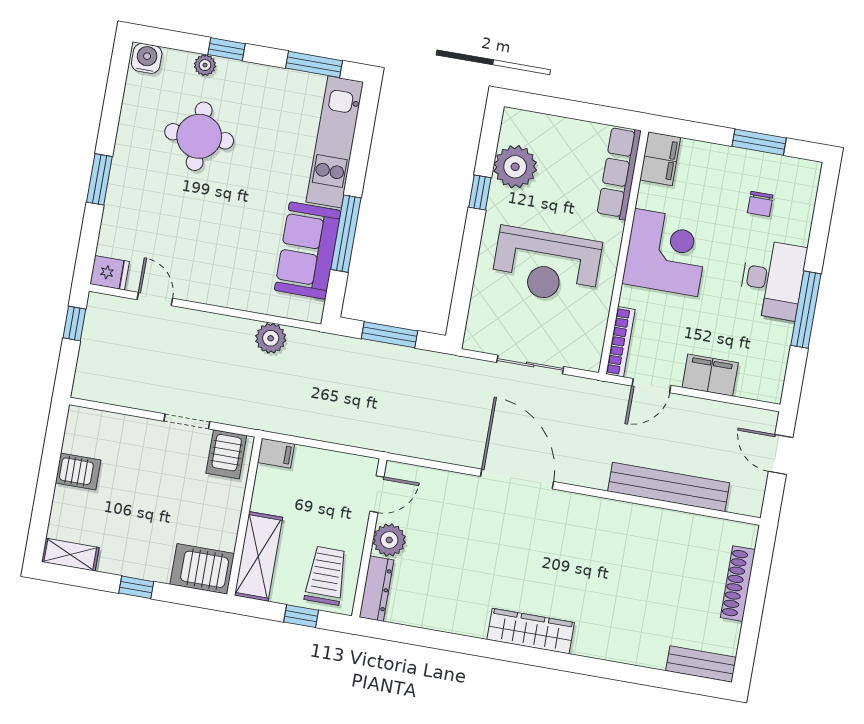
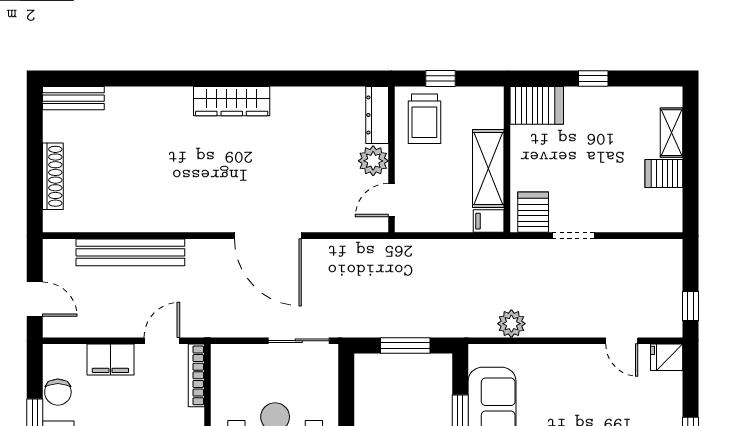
chair: (773, 350) -> (58, 392), added
sliding door: (530, 364) -> (299, 341), moved
shelving: (70, 555) -> (671, 133), moved, turned 90
shelving: (258, 556) -> (488, 169), moved

